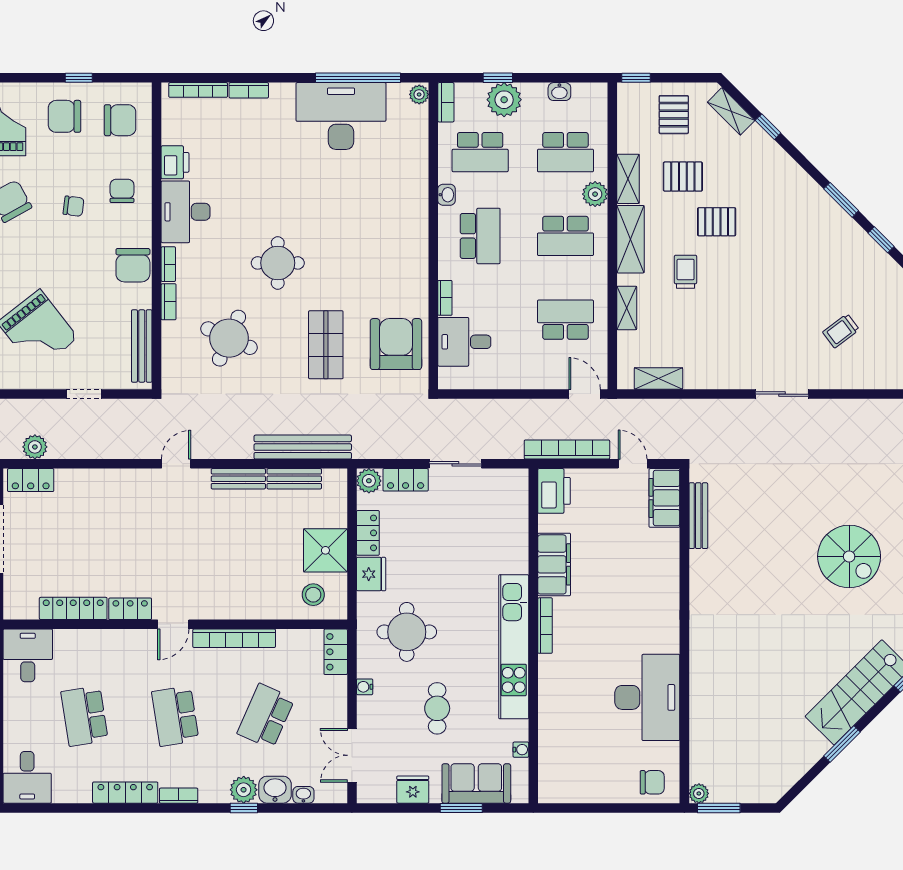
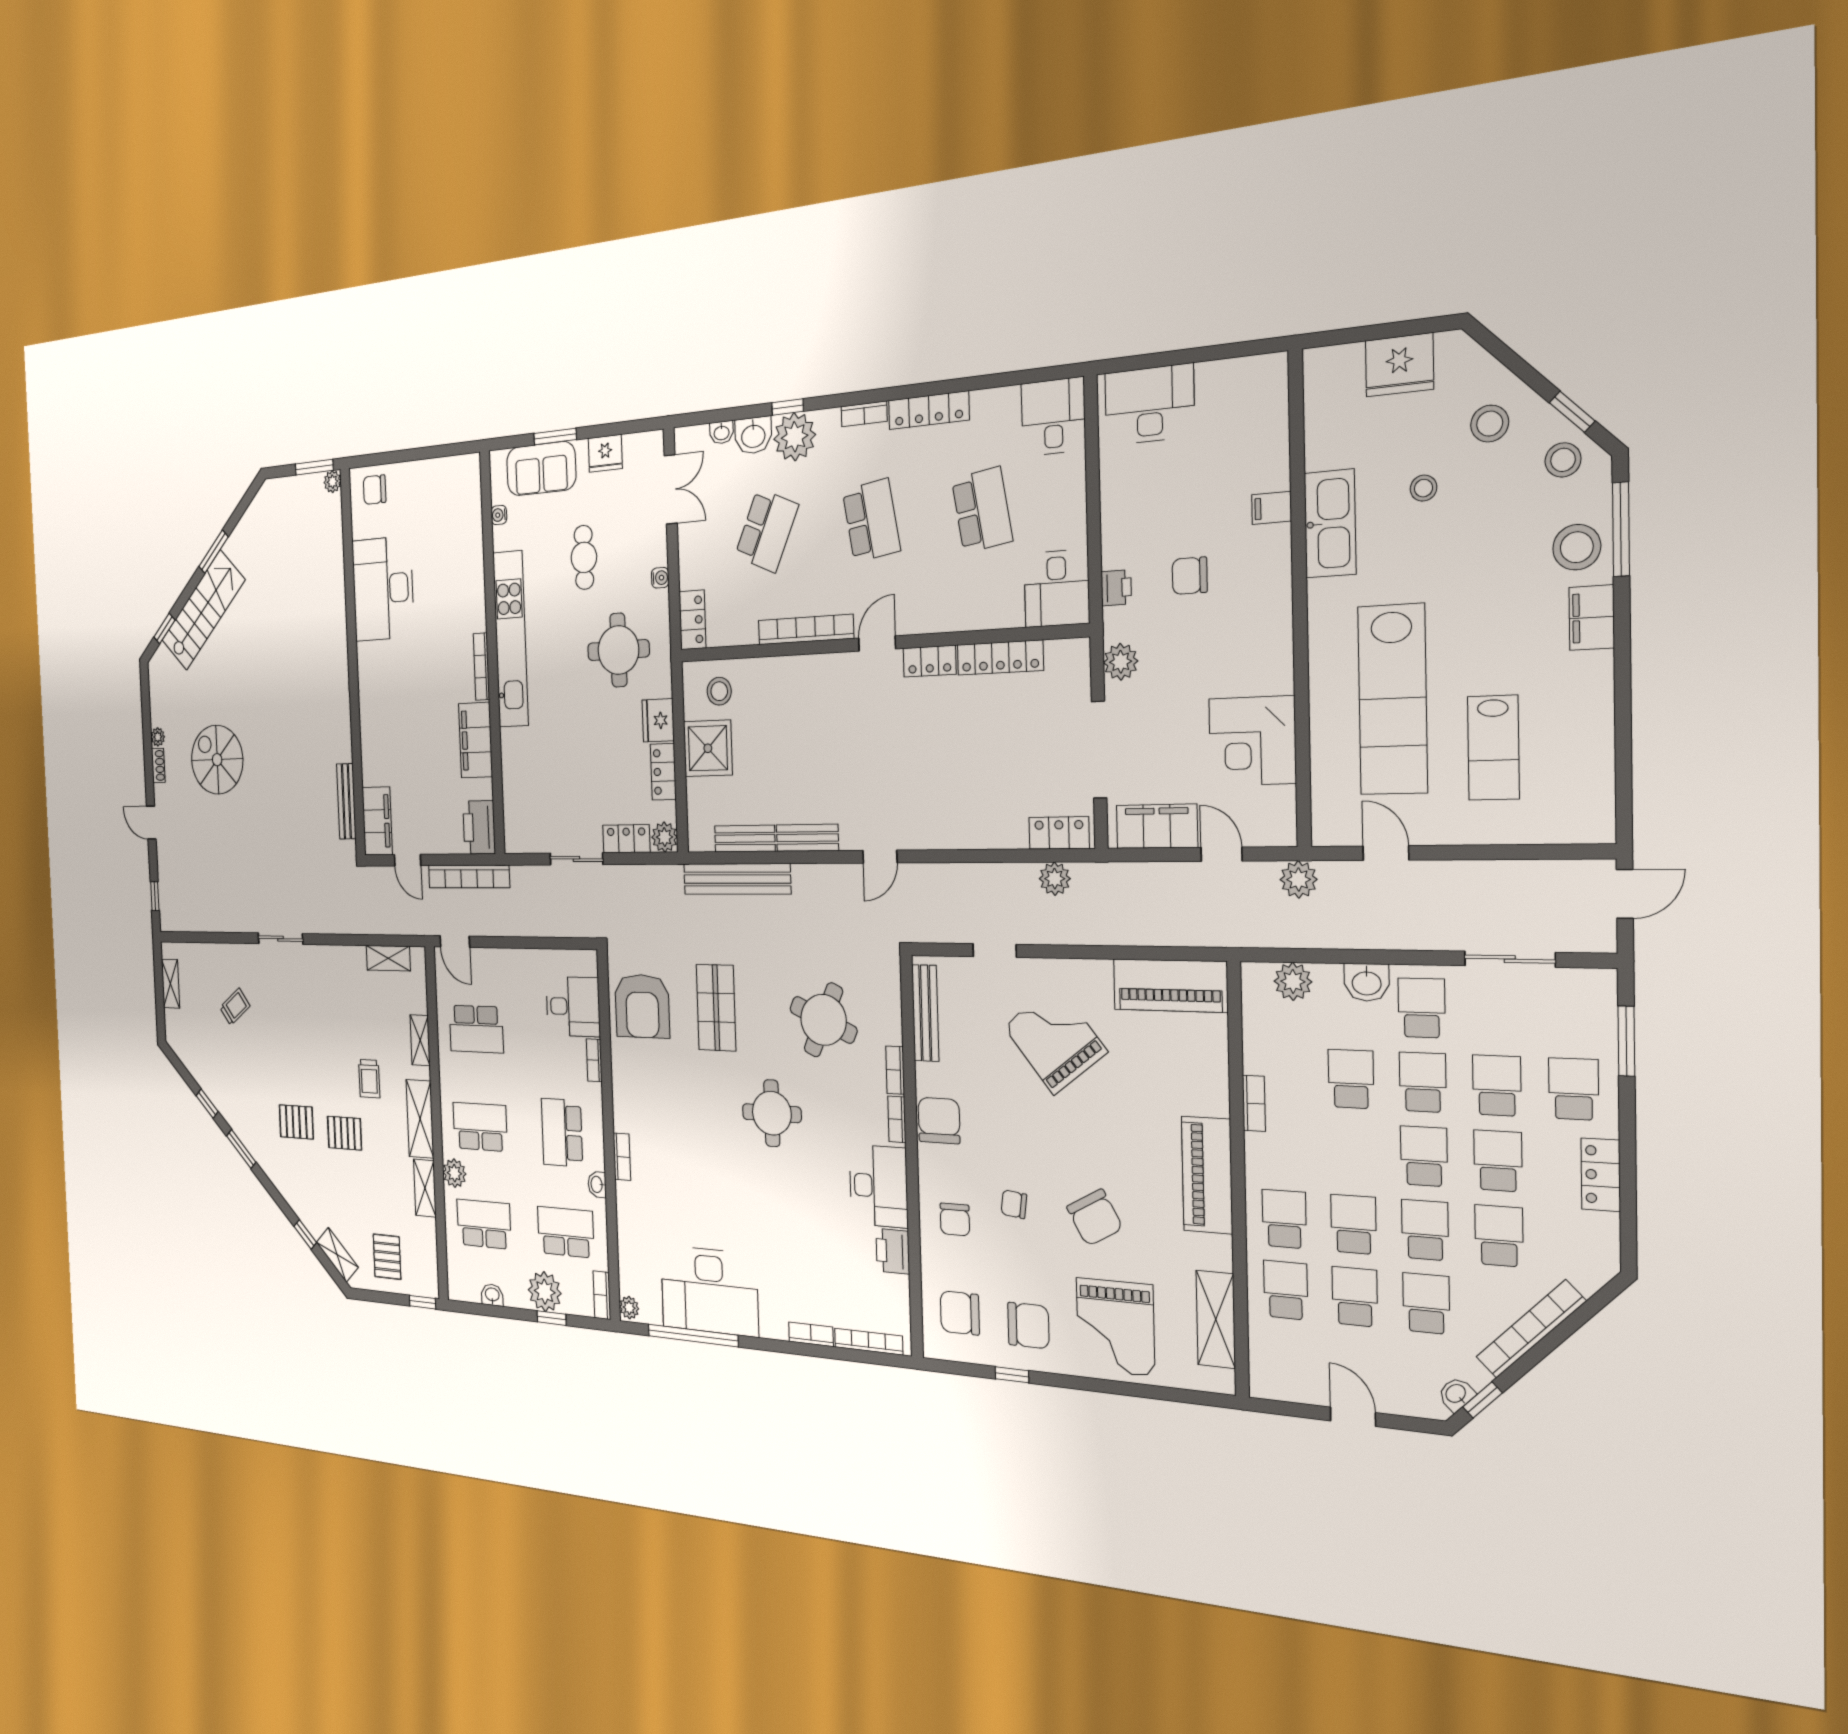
pallet: (683, 177) -> (296, 1122), moved
bookcase: (421, 219) -> (622, 1157), added
plant: (244, 790) -> (795, 437), width x1.36, depth x1.36

